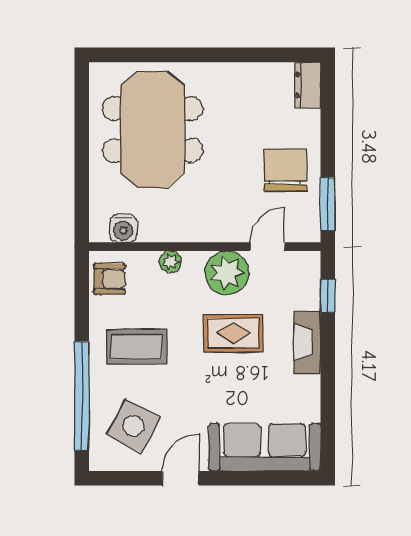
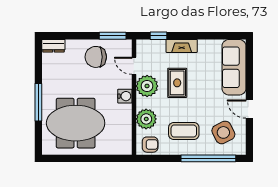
window: (194, 55) -> (38, 102), added
water cooler: (123, 228) -> (125, 96), moved
plant: (170, 262) -> (146, 119), width x1.88, depth x1.88
armchair: (109, 279) -> (150, 145), turned 90
coffee table: (137, 347) -> (184, 131), turned 90
side table: (134, 426) -> (223, 132), turned 35

